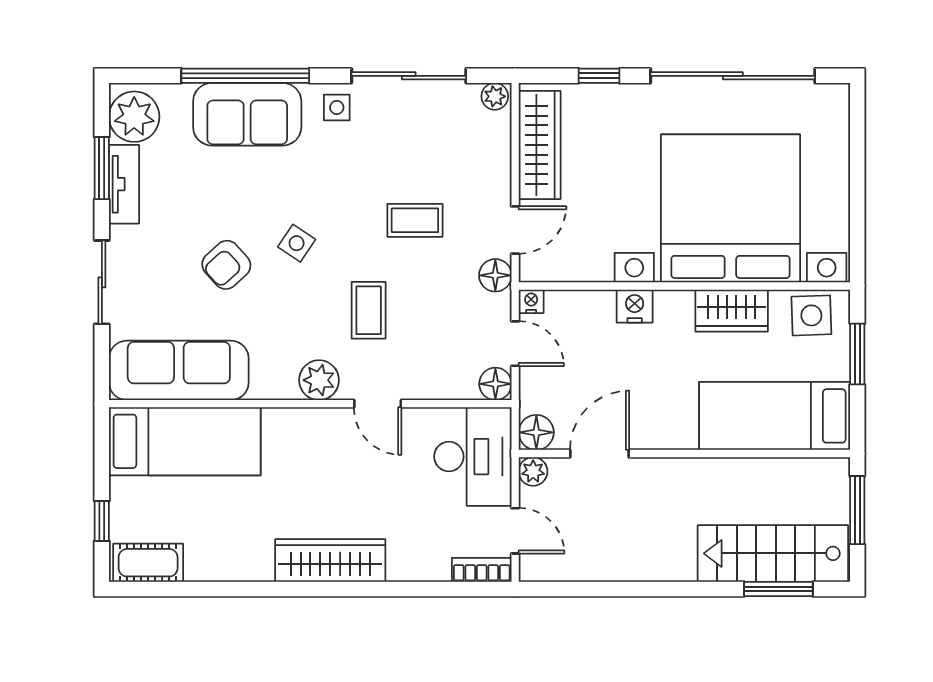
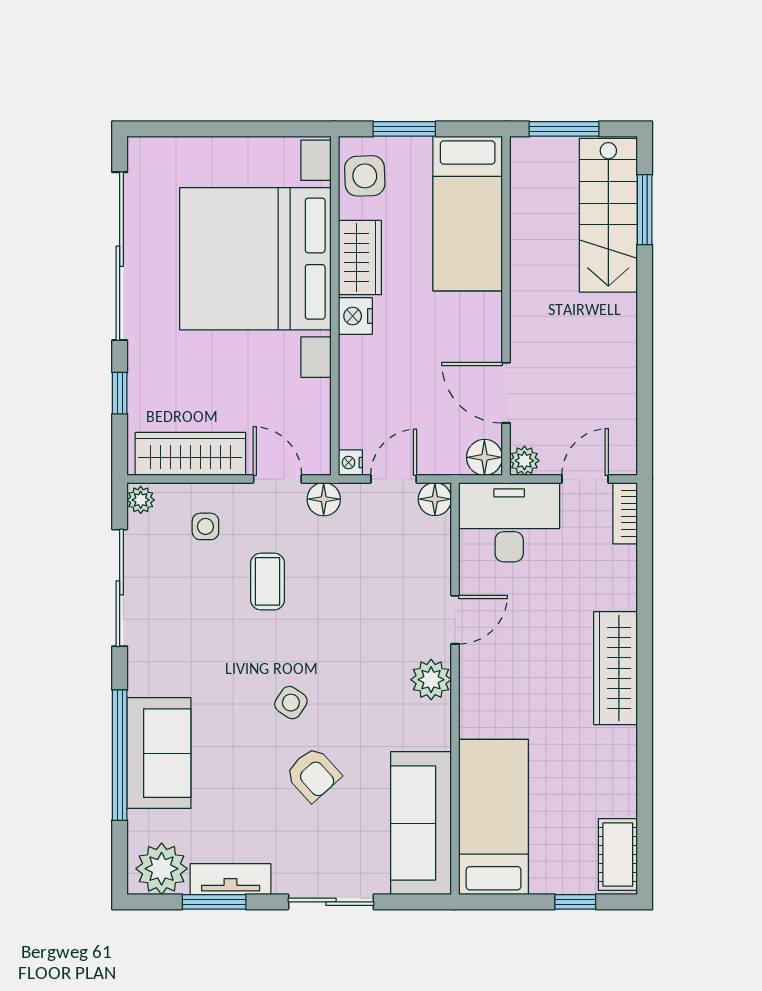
side table: (337, 107) -> (205, 526), moved
nightstand: (635, 306) -> (355, 316), moved
coffee table: (369, 310) -> (360, 629), removed

